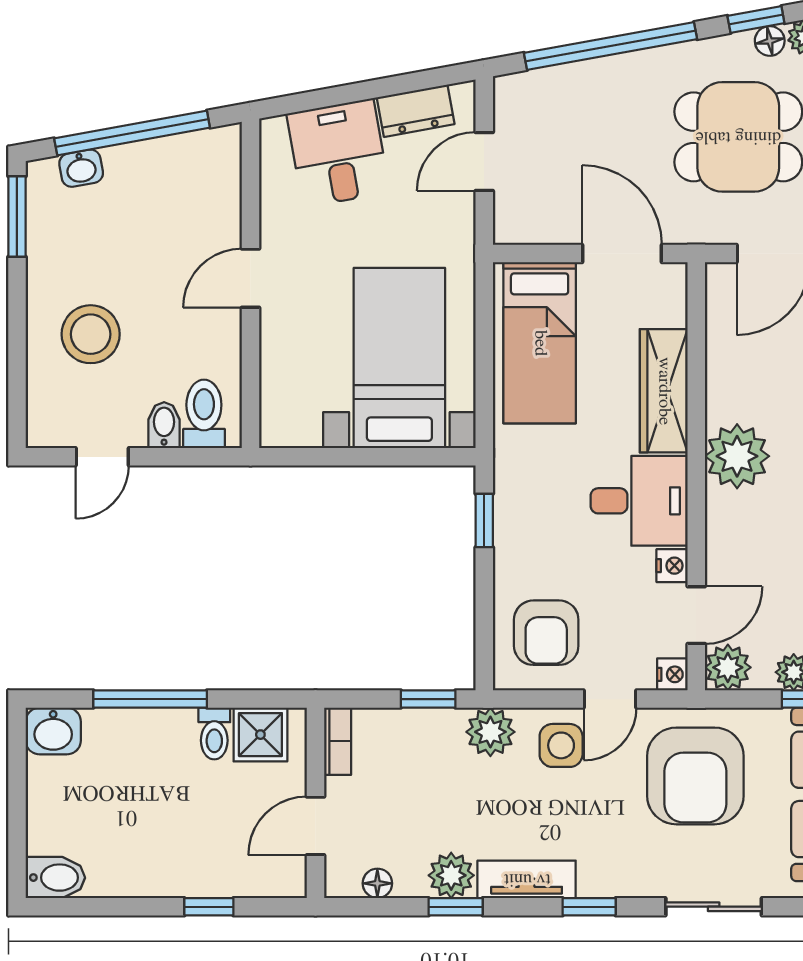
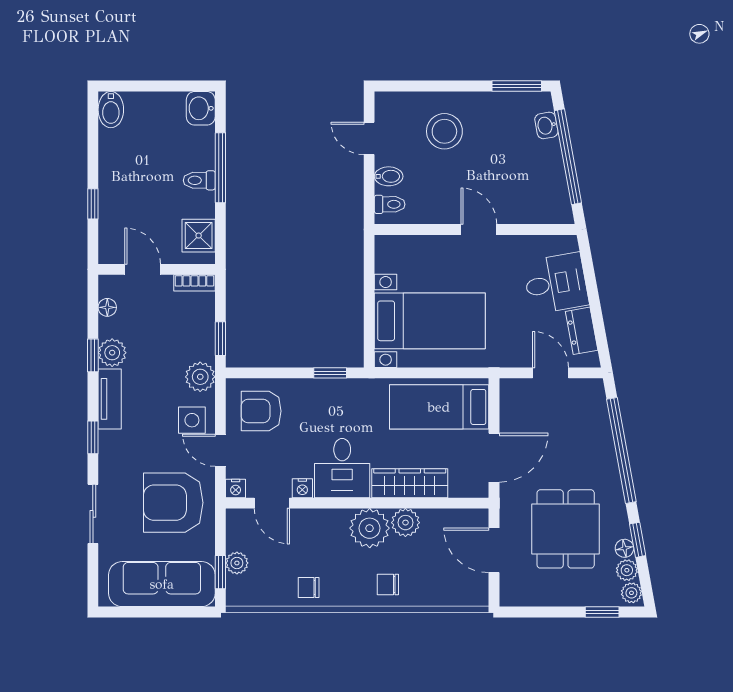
toilet: (204, 414) -> (390, 204), width x0.73, depth x0.72
plant: (728, 667) -> (405, 523), moved
toilet: (214, 734) -> (199, 180), moved

